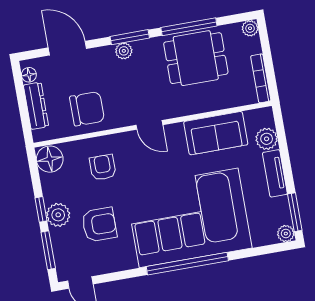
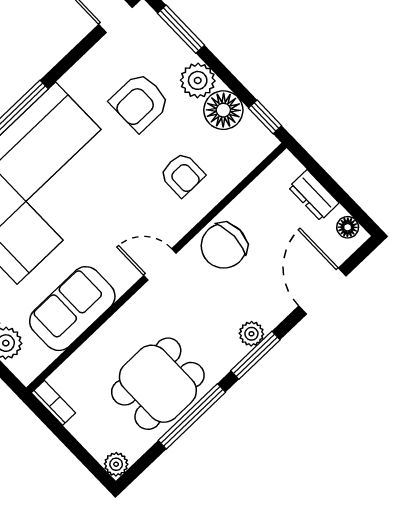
door: (67, 48) -> (322, 291), swing flipped
bookcase: (261, 78) -> (53, 403), width x0.64
dresser: (36, 106) -> (314, 195), width x0.70
chair: (87, 109) -> (224, 246), moved
floor lamp: (50, 159) -> (223, 110), moved
window: (41, 209) -> (265, 117), moved

